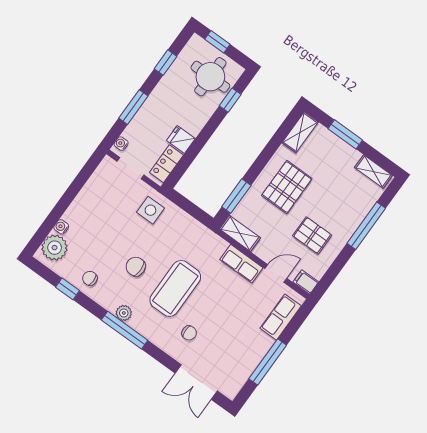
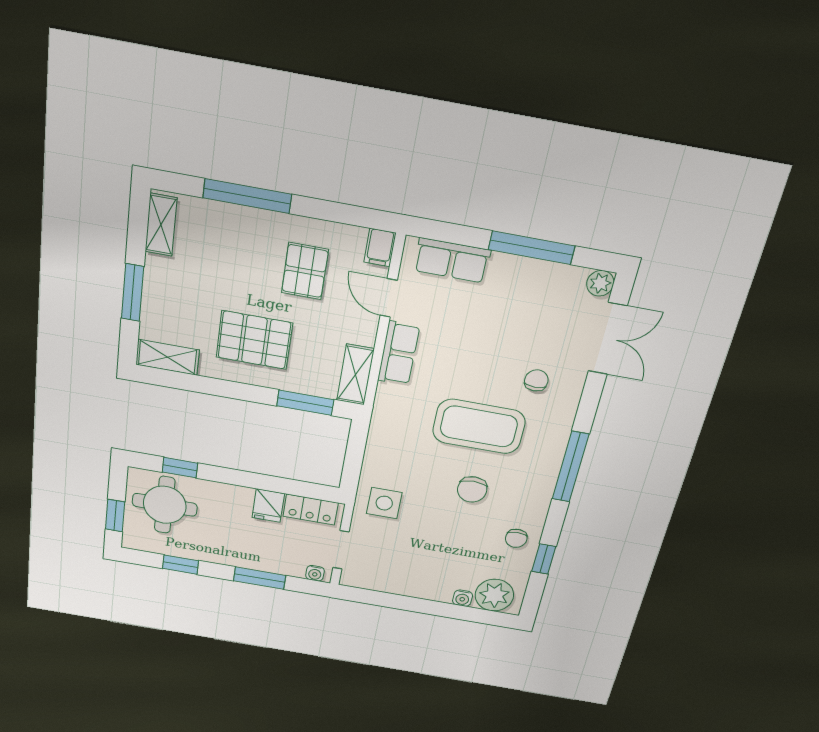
plant: (124, 313) -> (600, 283), moved

